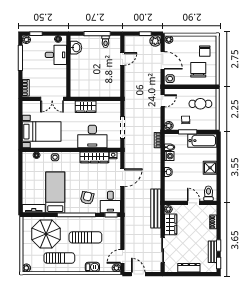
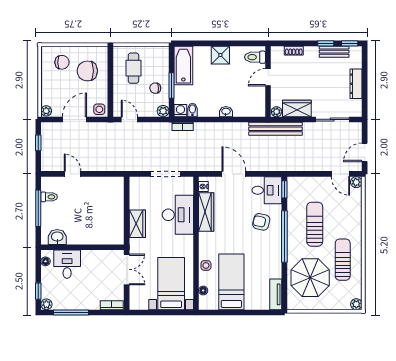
plant: (155, 41) -> (48, 129), removed
washing machine: (169, 156) -> (180, 111), moved
bed: (55, 192) -> (231, 282), moved, turned 90
barbecue: (92, 267) -> (355, 215), removed

